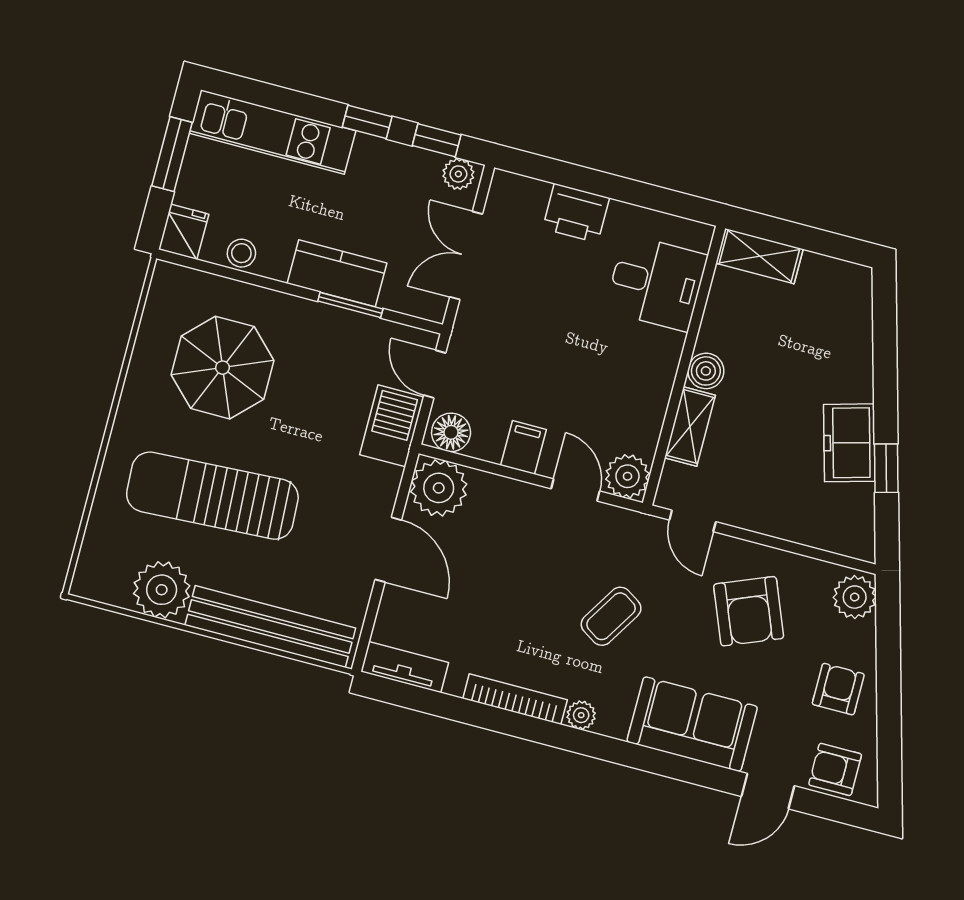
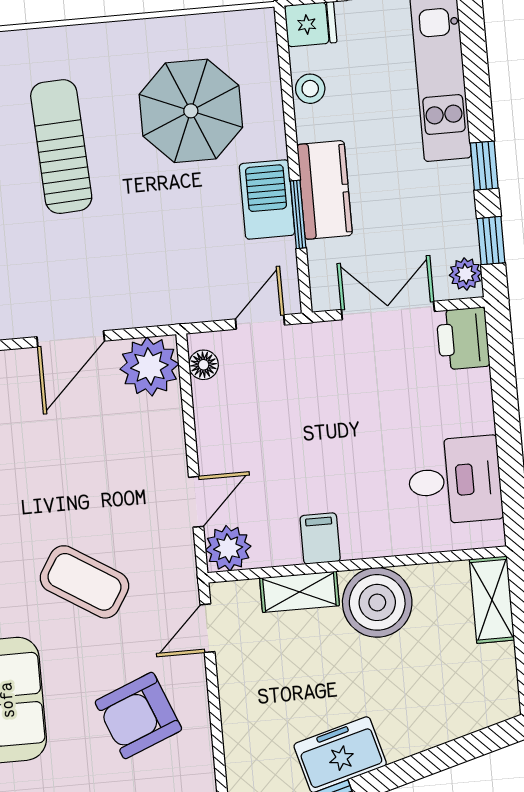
printer: (576, 213) -> (463, 339), moved
desk: (656, 283) -> (455, 480), moved, turned -90
boiler: (706, 371) -> (377, 602), width x1.86, depth x1.86
barbecue: (392, 426) -> (267, 199), moved, turned -90
floor lamp: (451, 432) -> (204, 365), width x0.73, depth x0.73
filing cabinet: (524, 447) -> (320, 539), moved, turned -90
sun lounger: (212, 496) -> (61, 147), width x0.73, depth x0.75
coffee table: (611, 616) -> (84, 582), width x1.36, depth x1.30

